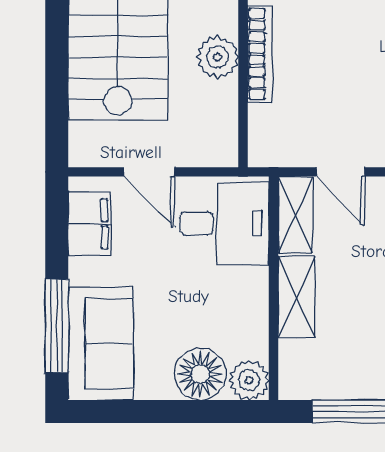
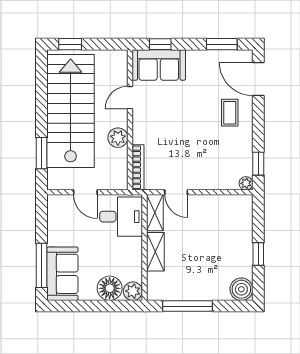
bookcase: (260, 54) -> (138, 167), moved
window: (57, 89) -> (42, 153), added
filing cabinet: (90, 224) -> (57, 217), removed

